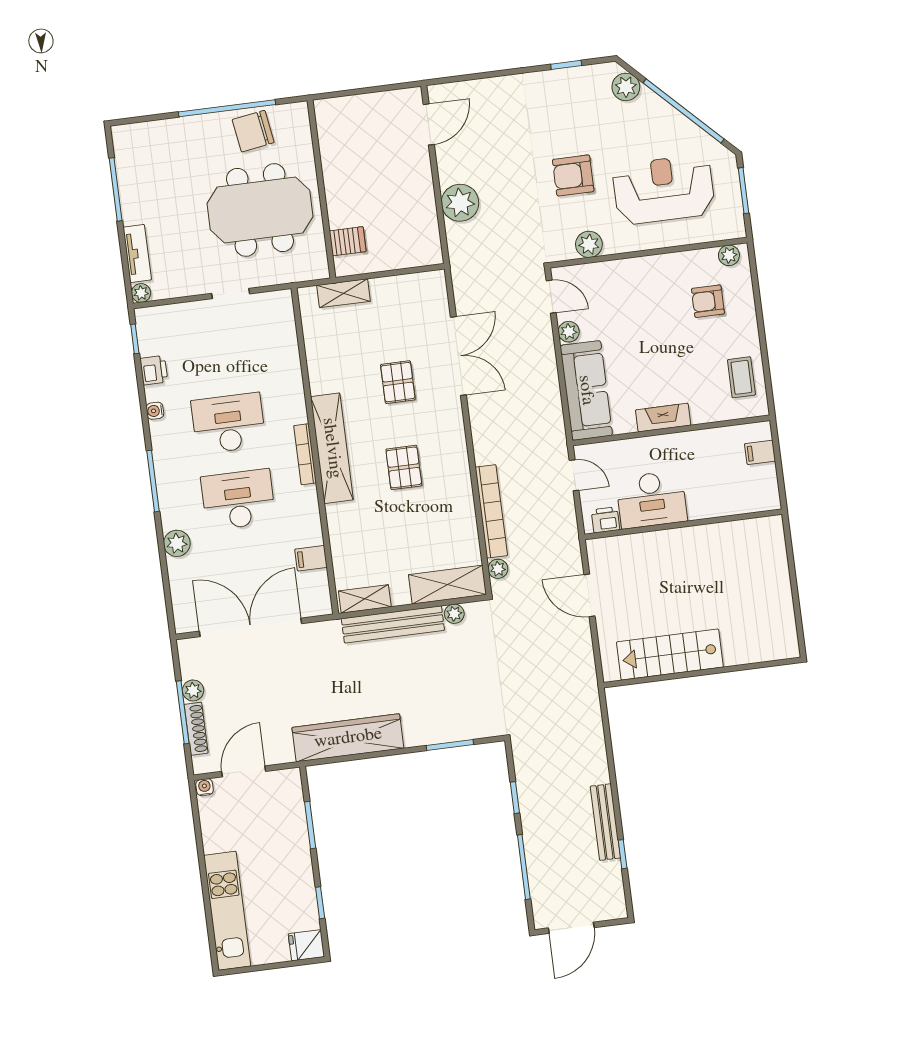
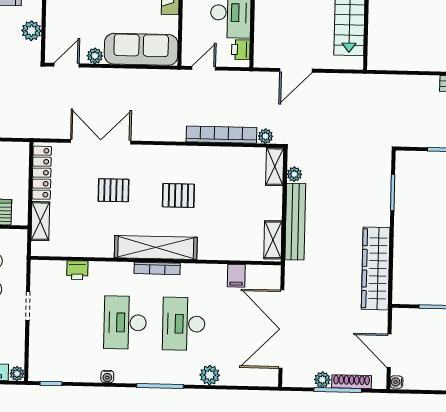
locker: (407, 286) -> (42, 173), added
printer: (154, 370) -> (77, 270), moved, turned 180
shelving: (447, 585) -> (275, 167), width x0.67, depth x0.75

